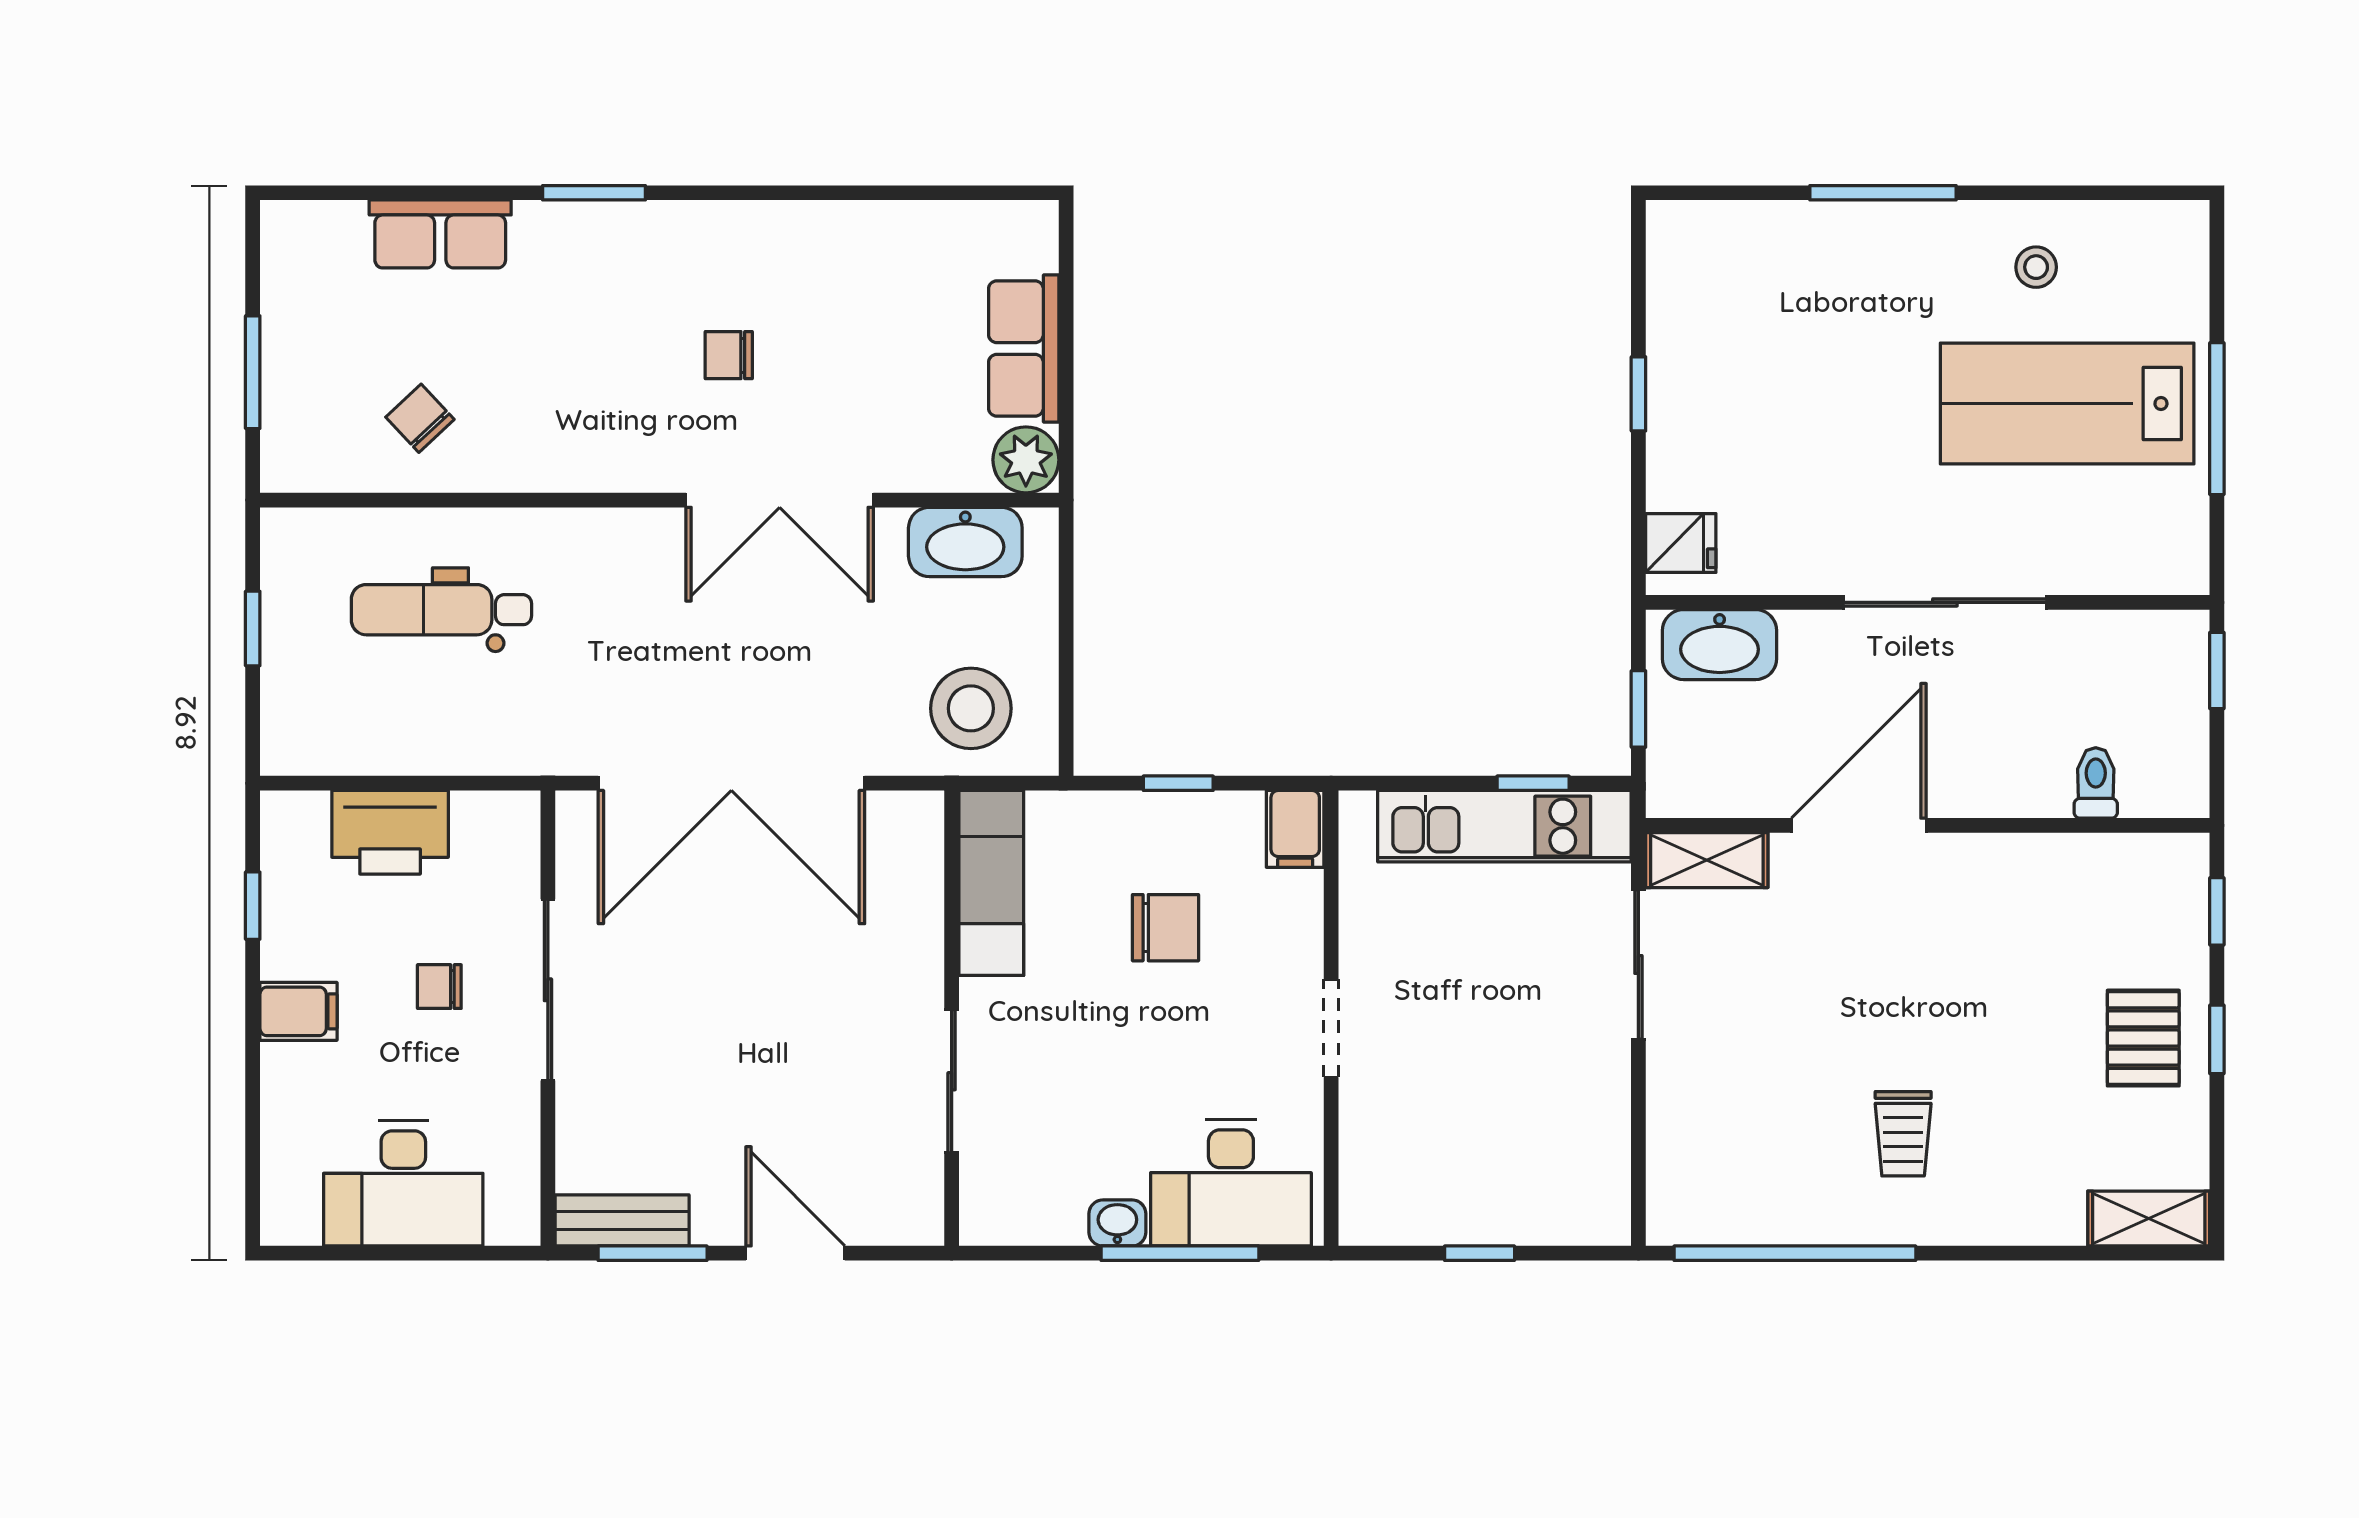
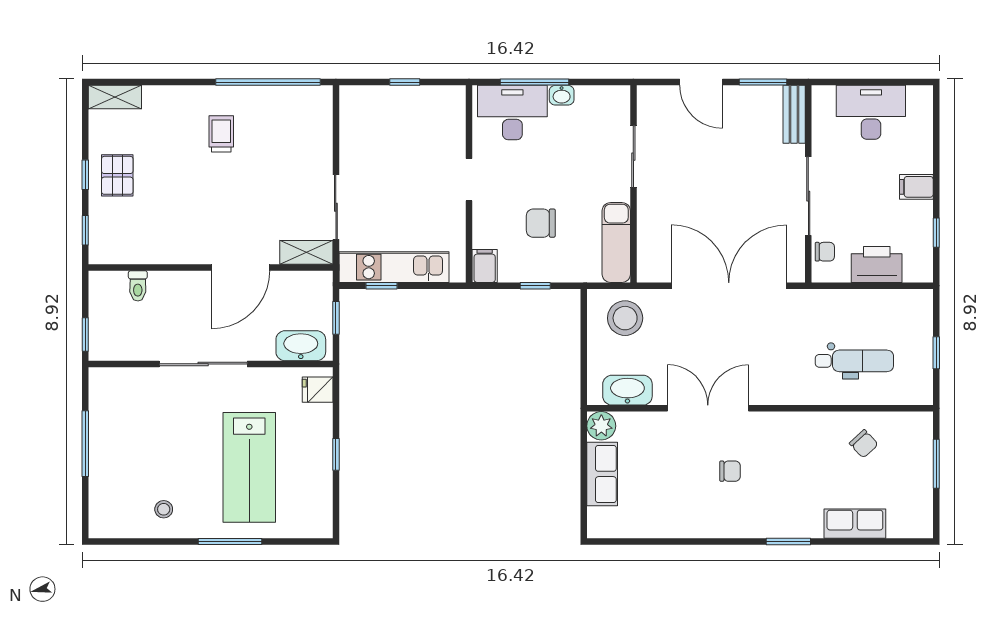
lab bench: (2067, 404) -> (249, 467), moved, turned 90
chair: (439, 987) -> (825, 252), moved
bench: (622, 1220) -> (794, 114), moved, turned 90

